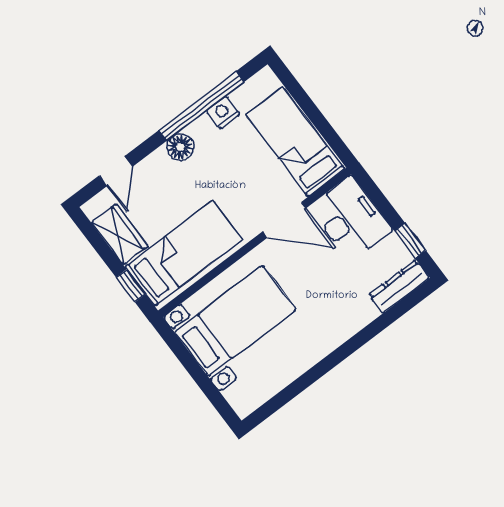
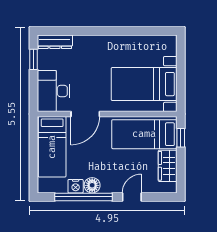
floor lamp: (180, 147) -> (92, 185), moved
door: (116, 171) -> (132, 197), moved
door: (284, 220) -> (85, 114), swing flipped

